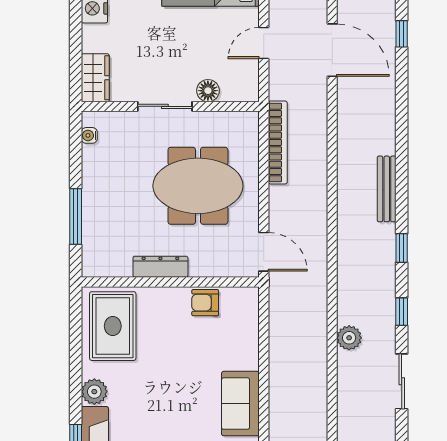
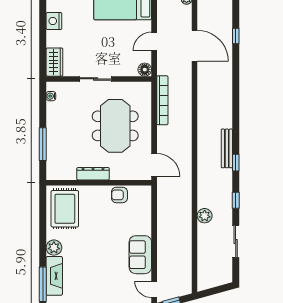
floor lamp: (208, 91) -> (145, 70), moved
meeting table: (198, 186) -> (115, 126), turned 90
bench: (387, 189) -> (227, 148), moved

